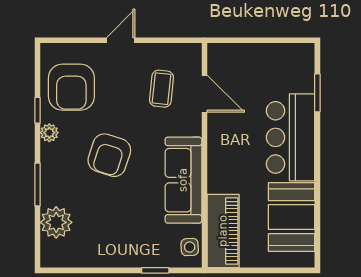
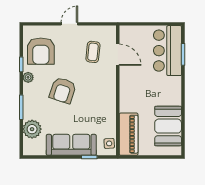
bar counter: (290, 137) -> (167, 51), moved
sofa: (183, 180) -> (71, 145), moved, turned 90

